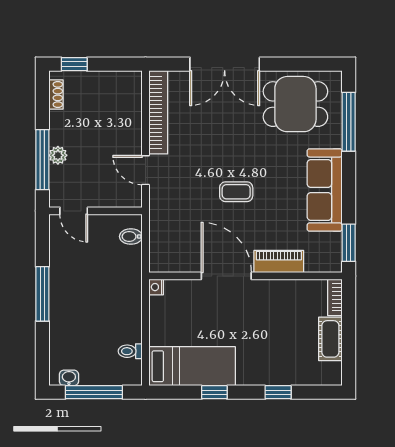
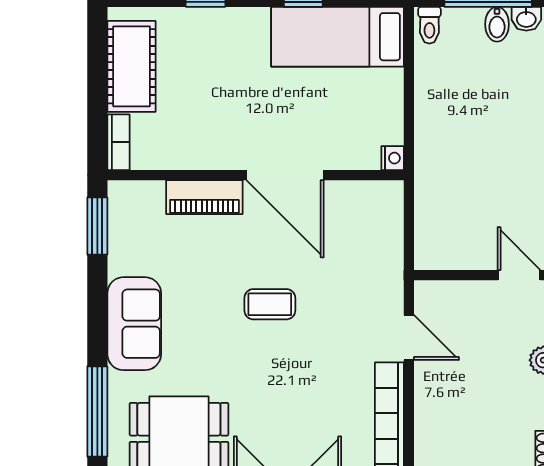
sofa: (325, 190) -> (134, 324), width x0.73
bidet: (131, 236) -> (497, 24), moved, turned 90
cot: (330, 339) -> (132, 66), width x1.37, depth x1.34
toilet: (130, 351) -> (429, 25), moved, turned 90

